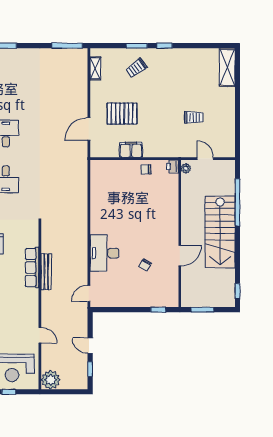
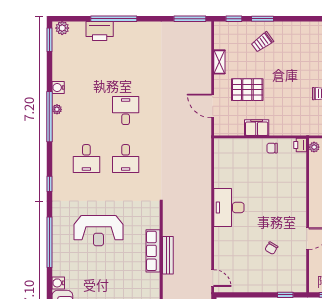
window: (164, 46) -> (234, 19), moved
shelving: (95, 68) -> (219, 62), moved
door: (89, 129) -> (213, 106), hinge flipped
desk: (105, 253) -> (229, 208), moved
door: (89, 293) -> (213, 278), swing flipped

